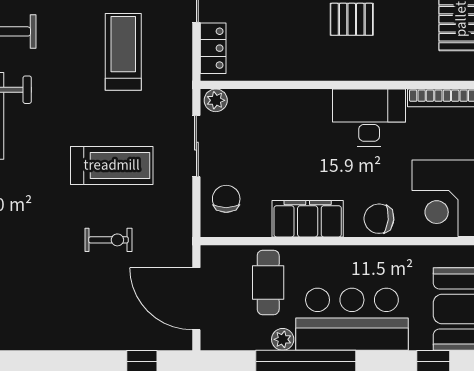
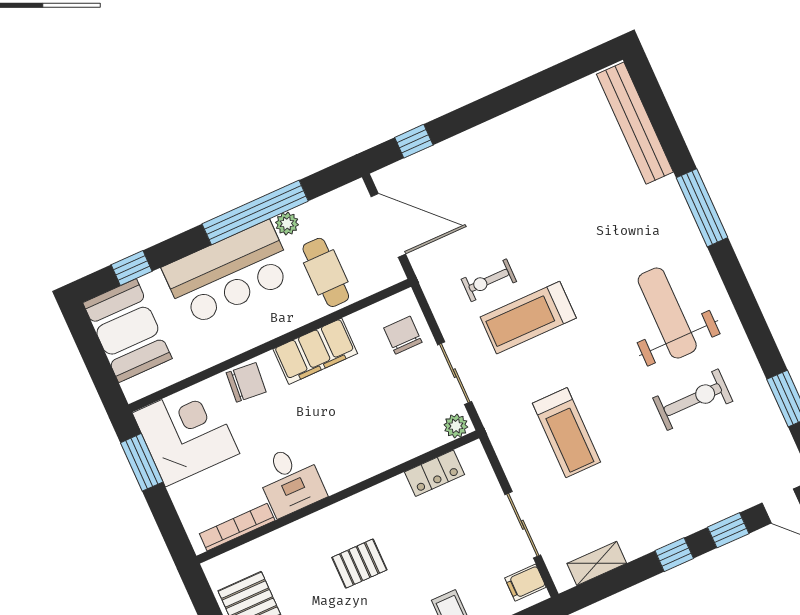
locker: (213, 48) -> (435, 473), moved, turned -90
desk: (369, 117) -> (290, 480), width x0.73
chair: (226, 199) -> (403, 335), turned 180
exercise bike: (109, 240) -> (489, 280), moved

